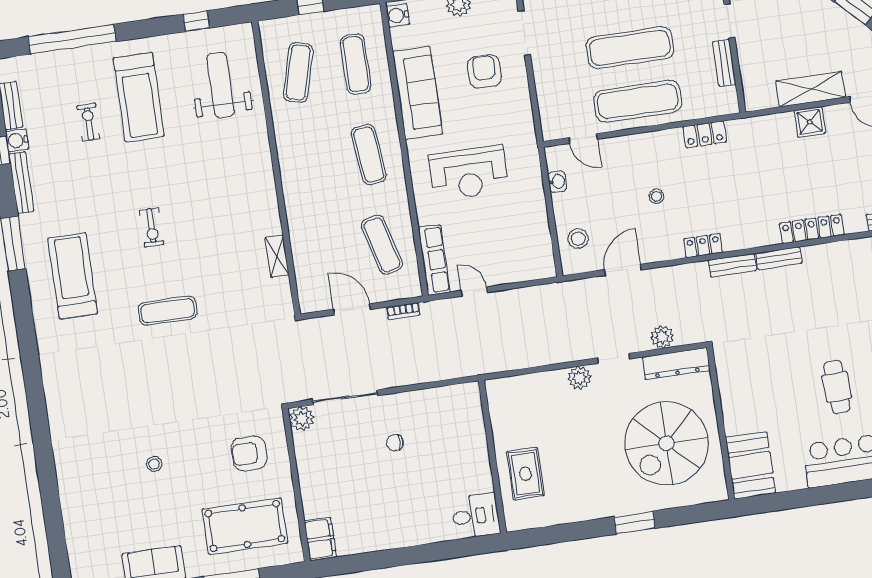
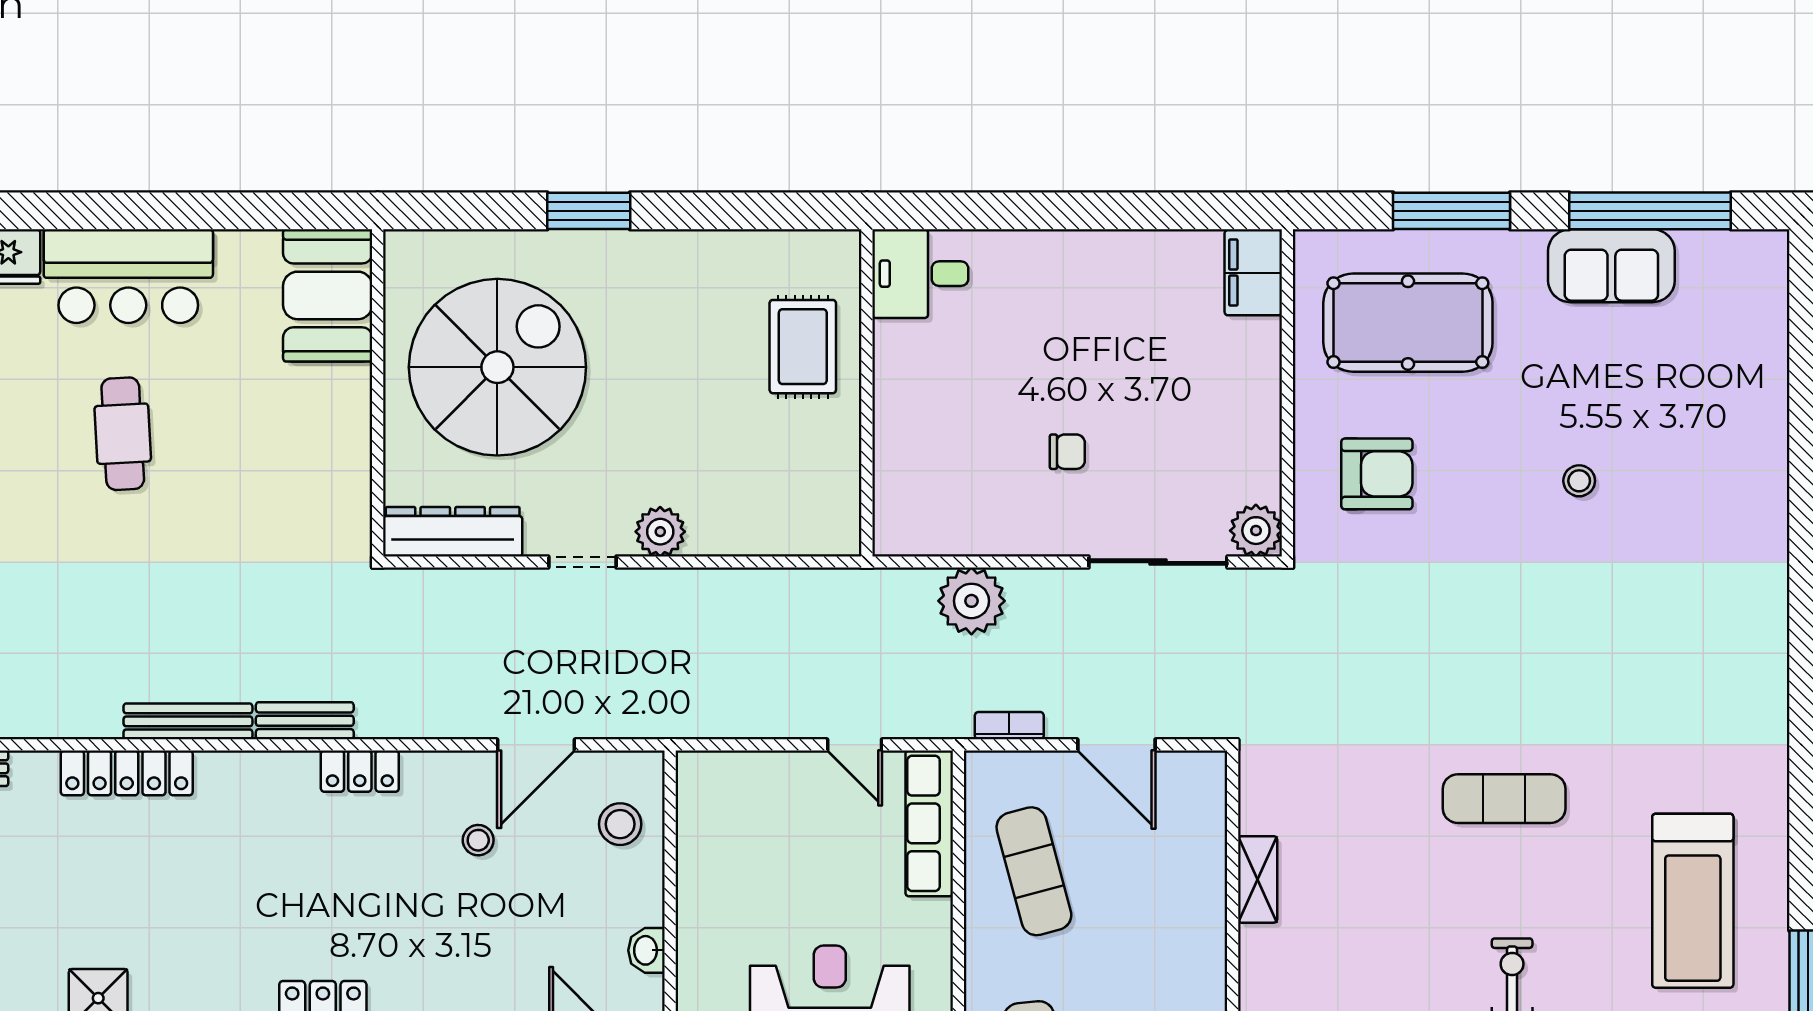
stool: (656, 196) -> (478, 840), moved
bench: (779, 258) -> (188, 721), width x1.36
plant: (662, 337) -> (971, 601), moved, width x1.36, depth x1.36

